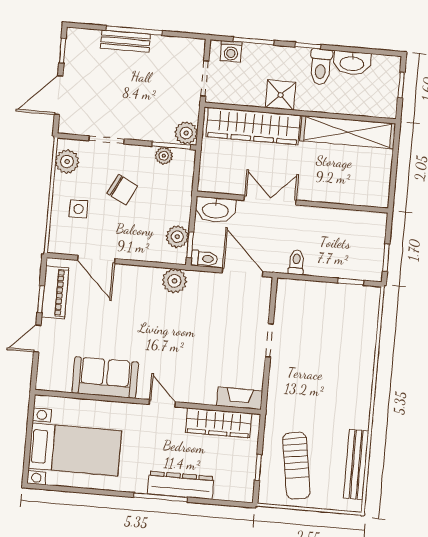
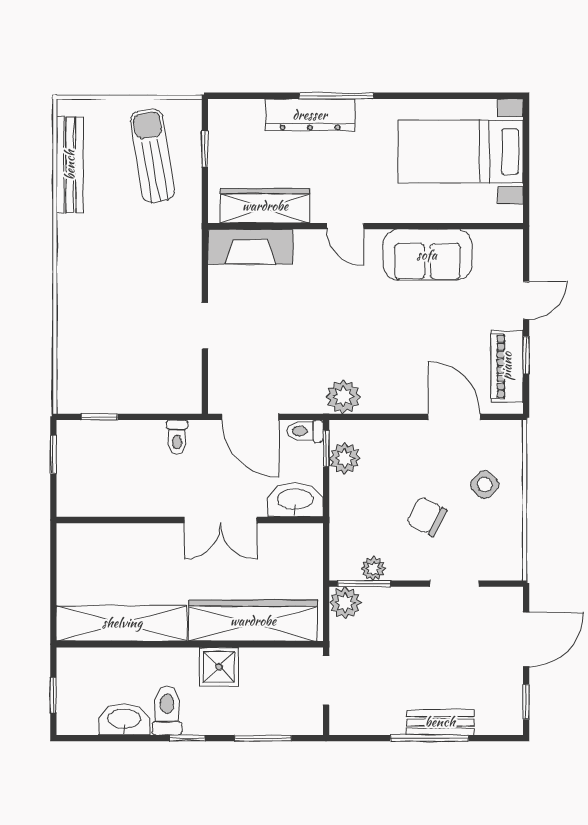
washing machine: (231, 51) -> (293, 721), removed
plant: (67, 162) -> (506, 549), removed
side table: (79, 209) -> (485, 485), turned 45
fireplace: (240, 398) -> (250, 247), width x1.37, depth x1.32

